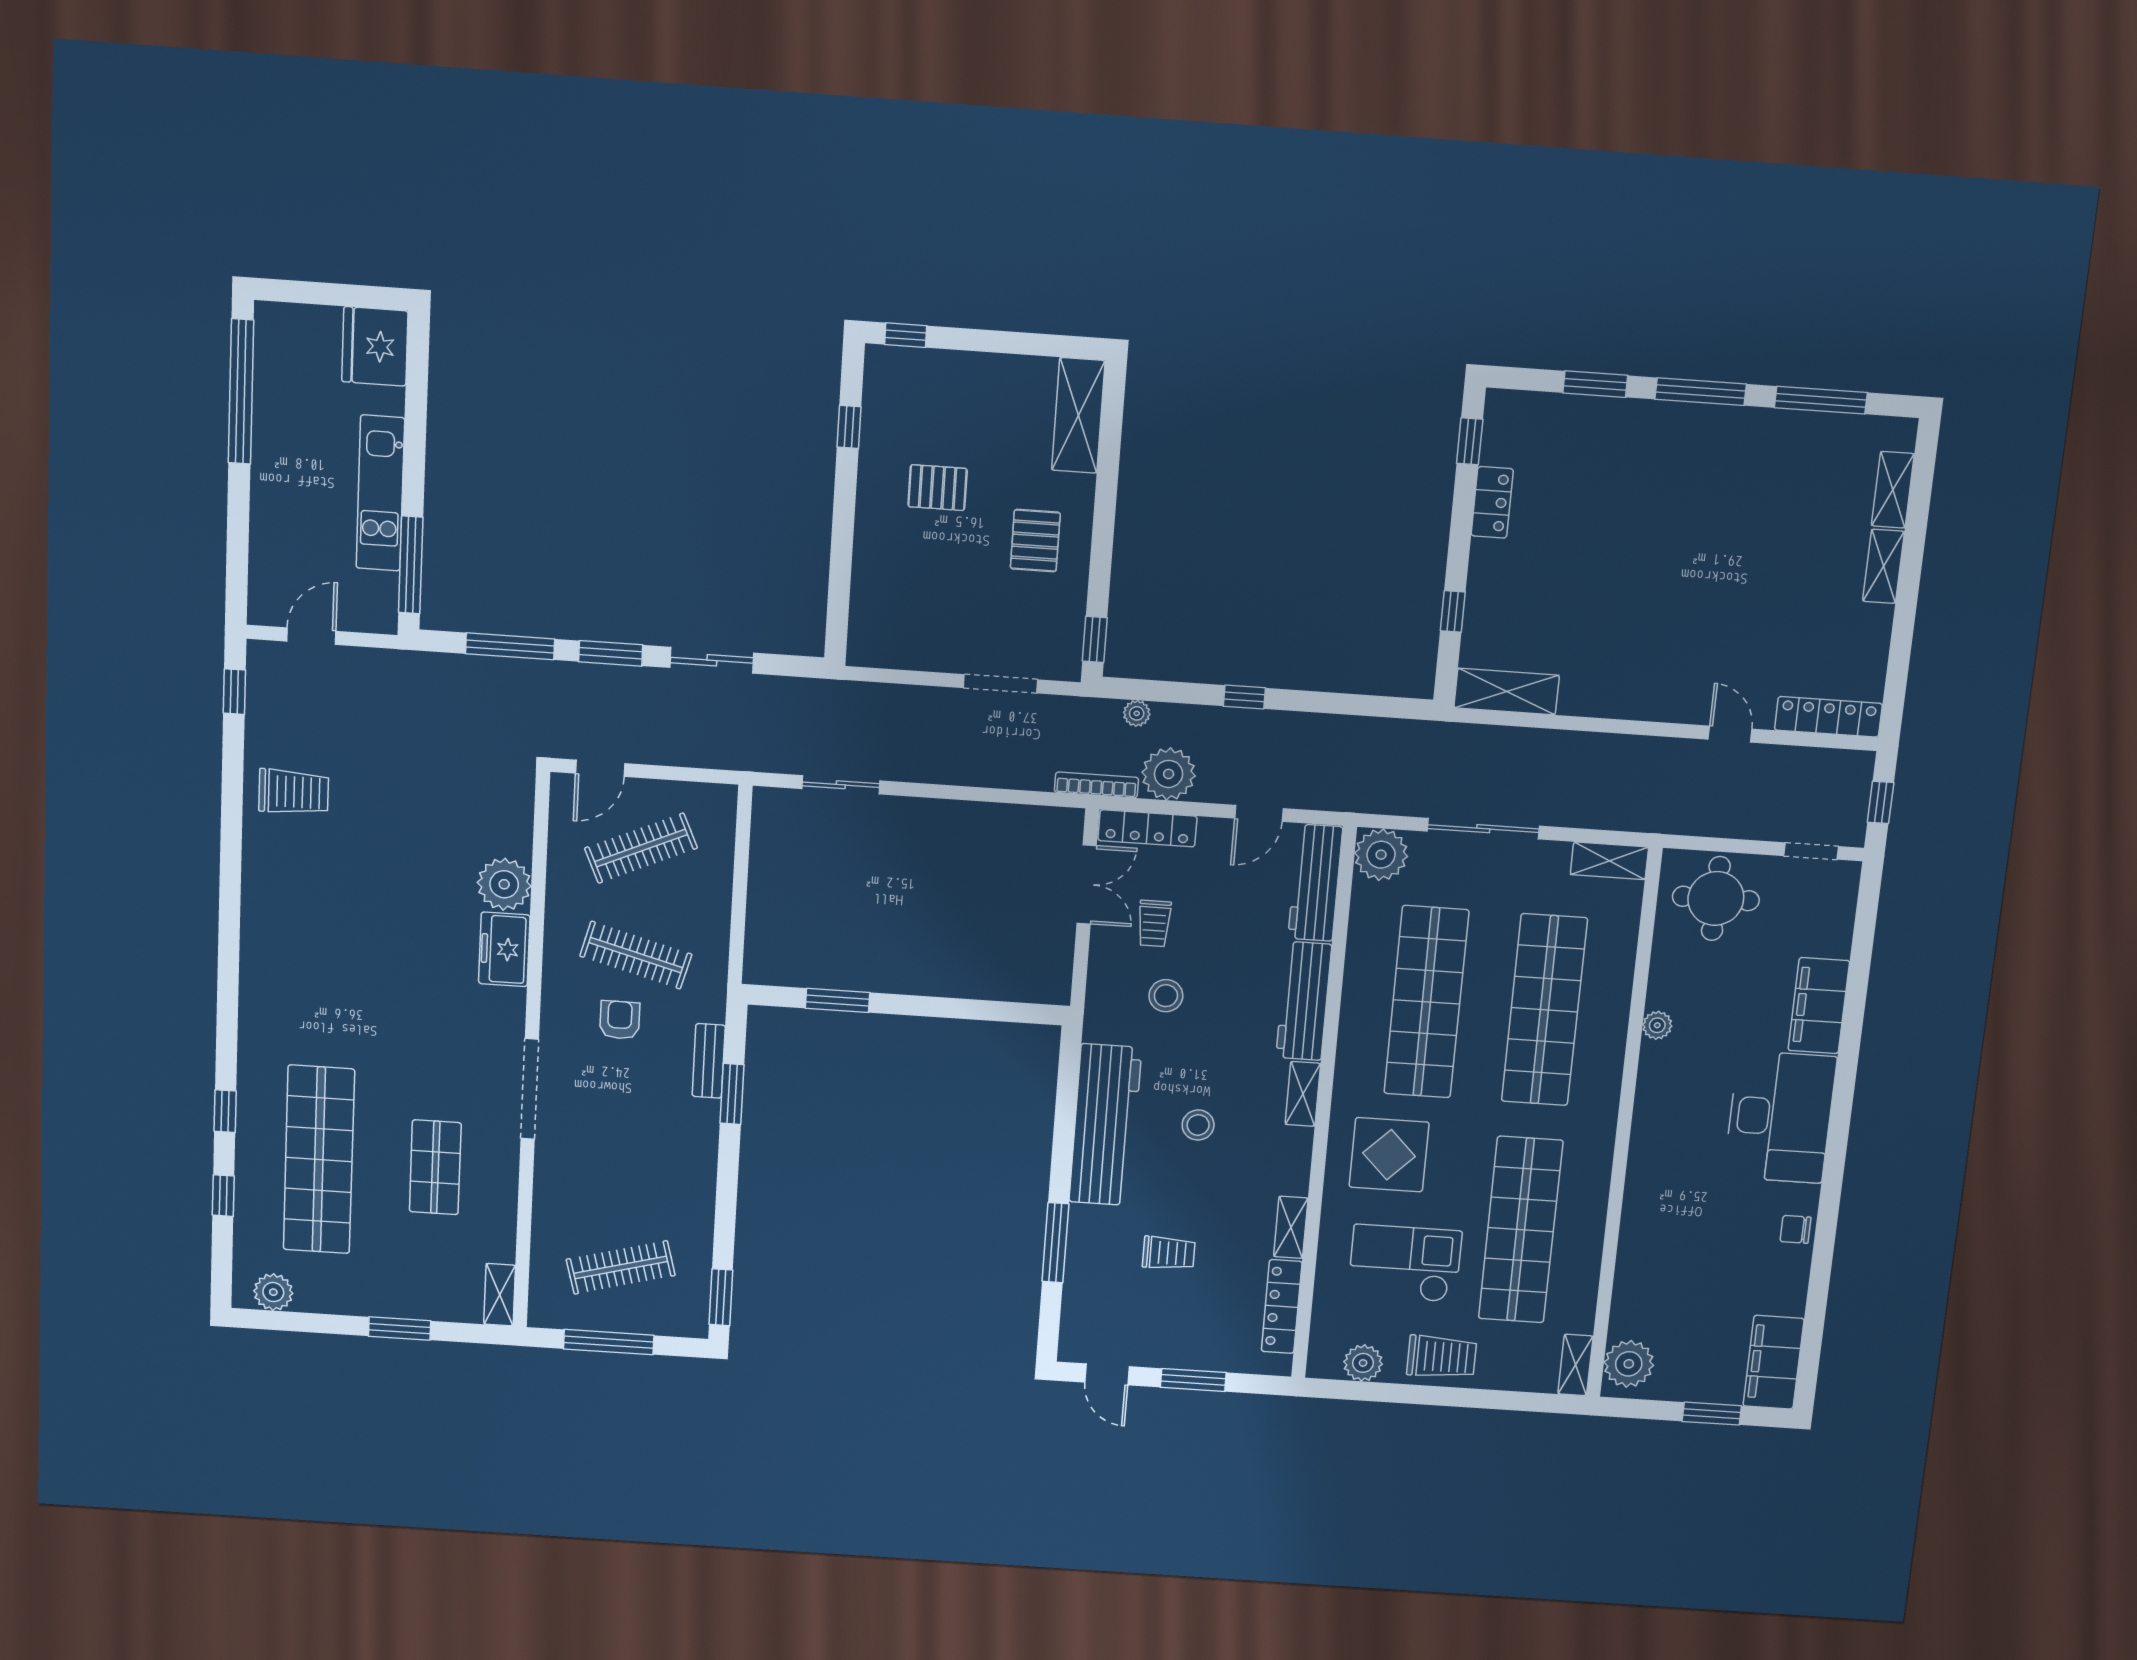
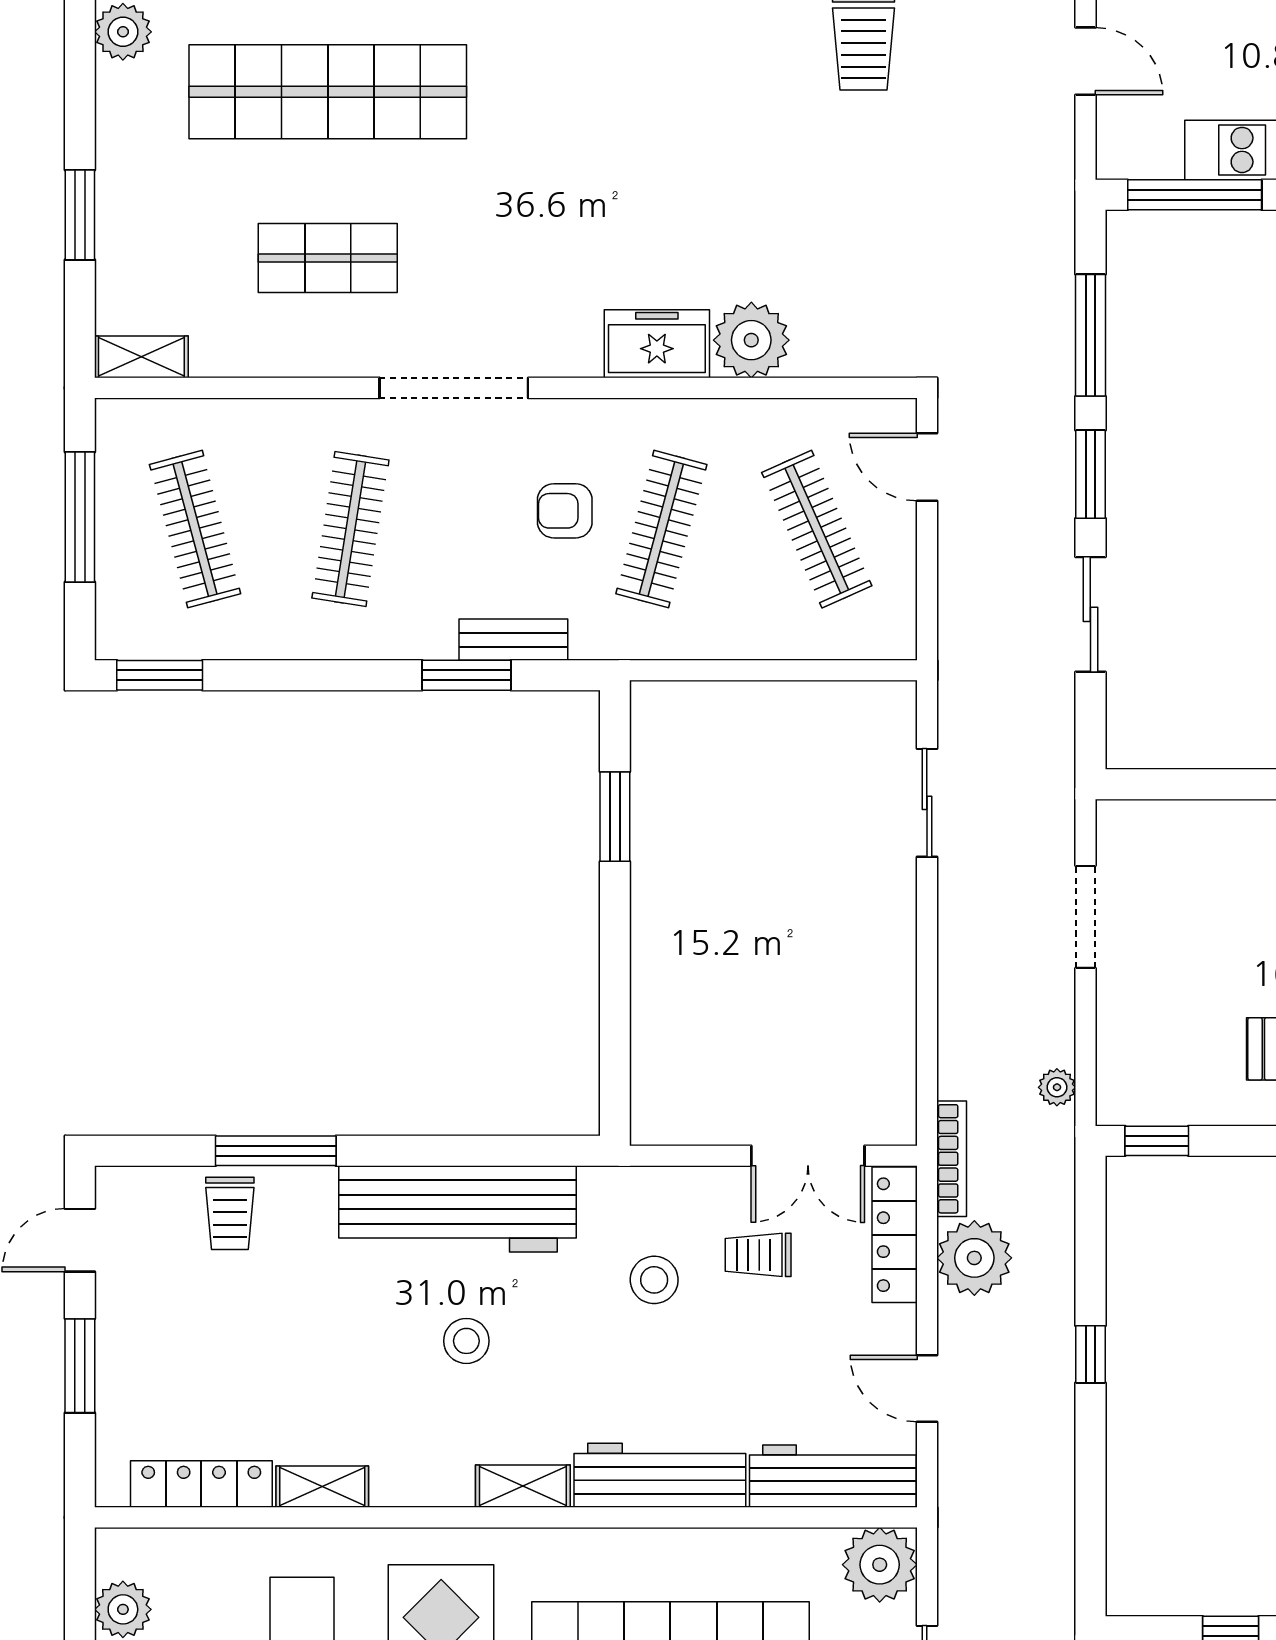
doorway: (1000, 684) -> (1086, 917), moved
plant: (1137, 713) -> (1057, 1087), moved
armchair: (620, 1020) -> (565, 511), turned 180
clothes rail: (626, 1165) -> (350, 529), added
trolley: (1169, 1253) -> (230, 1213), moved

